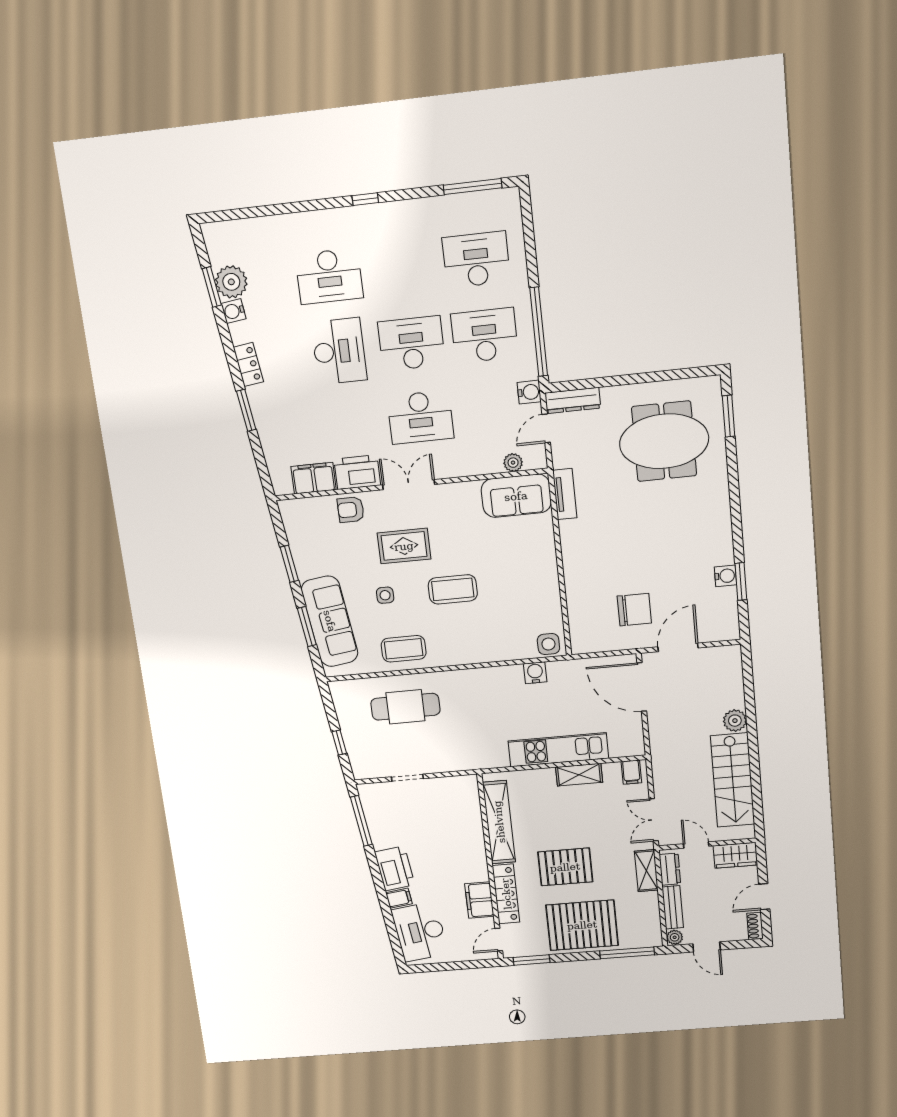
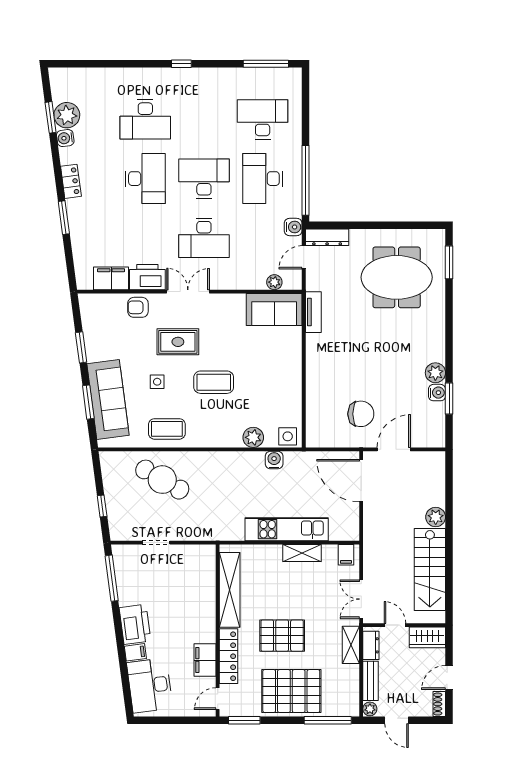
desk: (485, 335) -> (263, 179), turned -90
plant: (722, 552) -> (435, 373), added
plant: (507, 649) -> (253, 437), added
cafe table: (405, 707) -> (162, 480), turned 30

